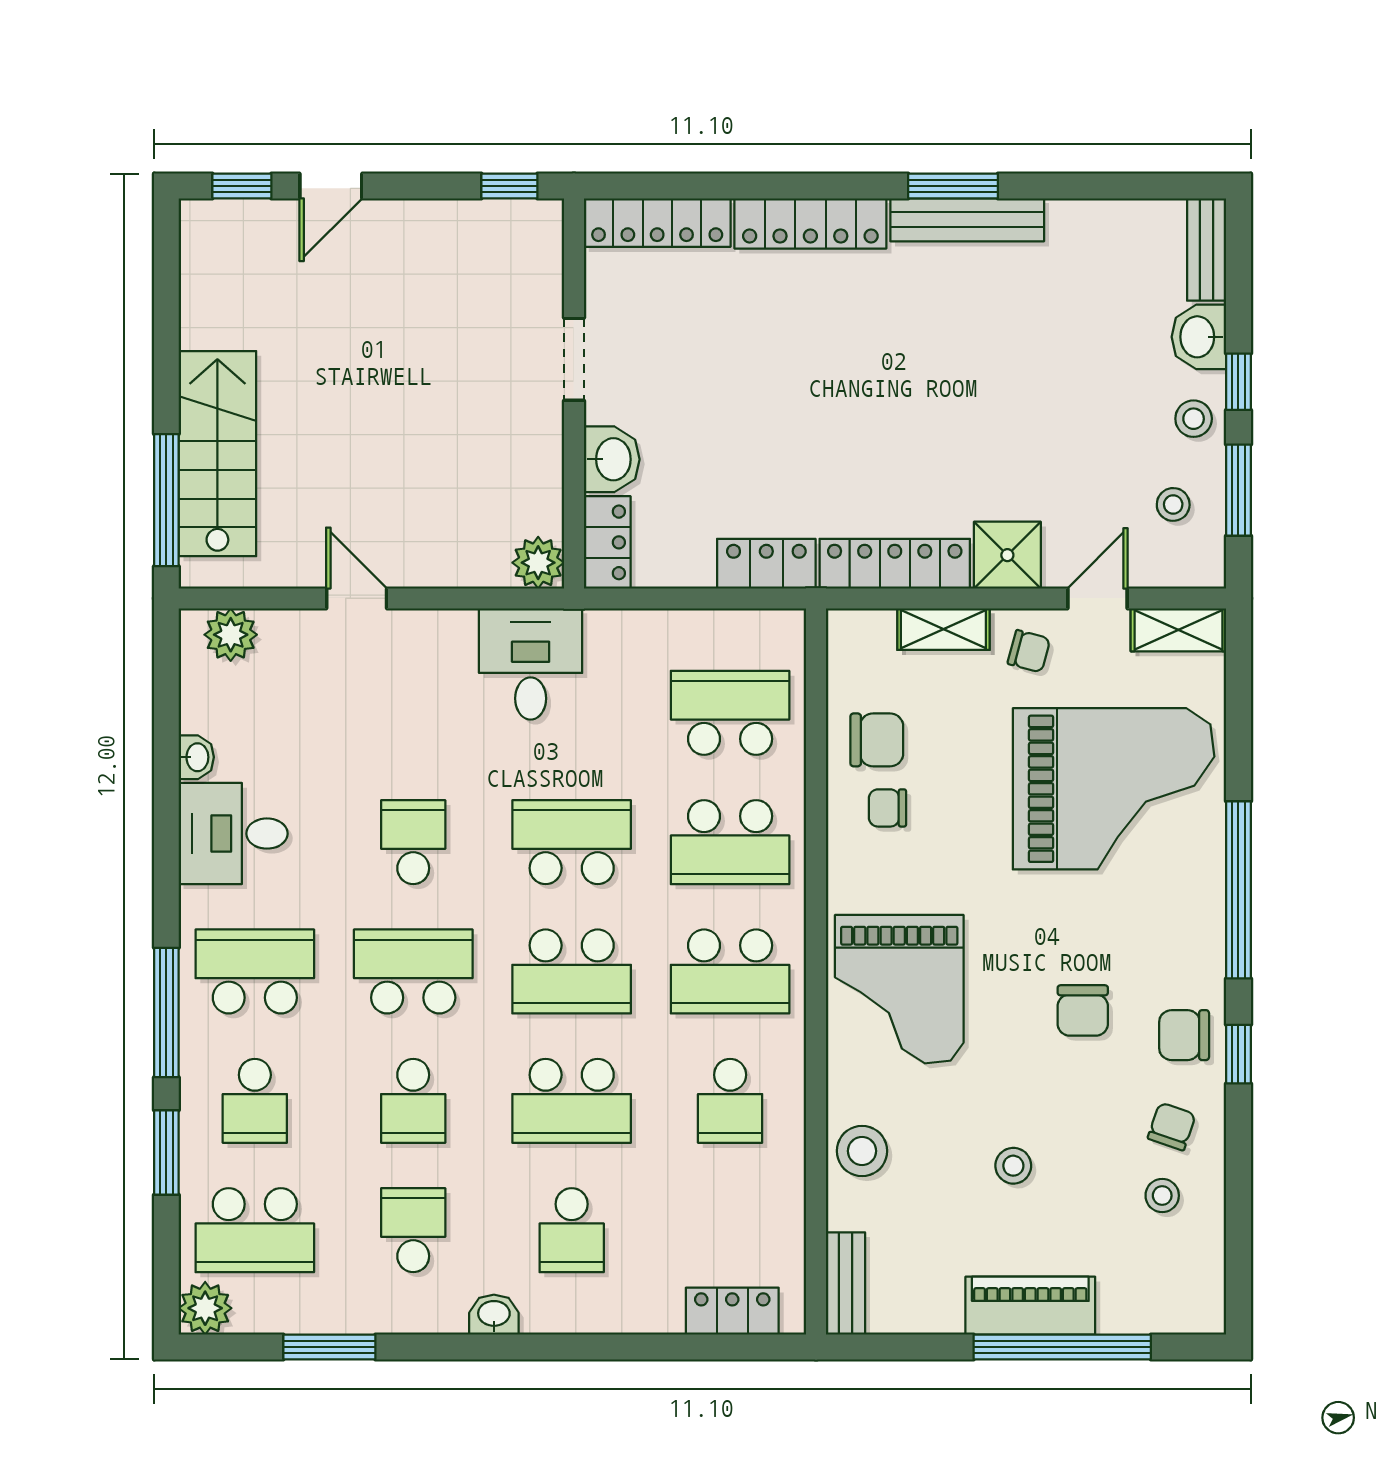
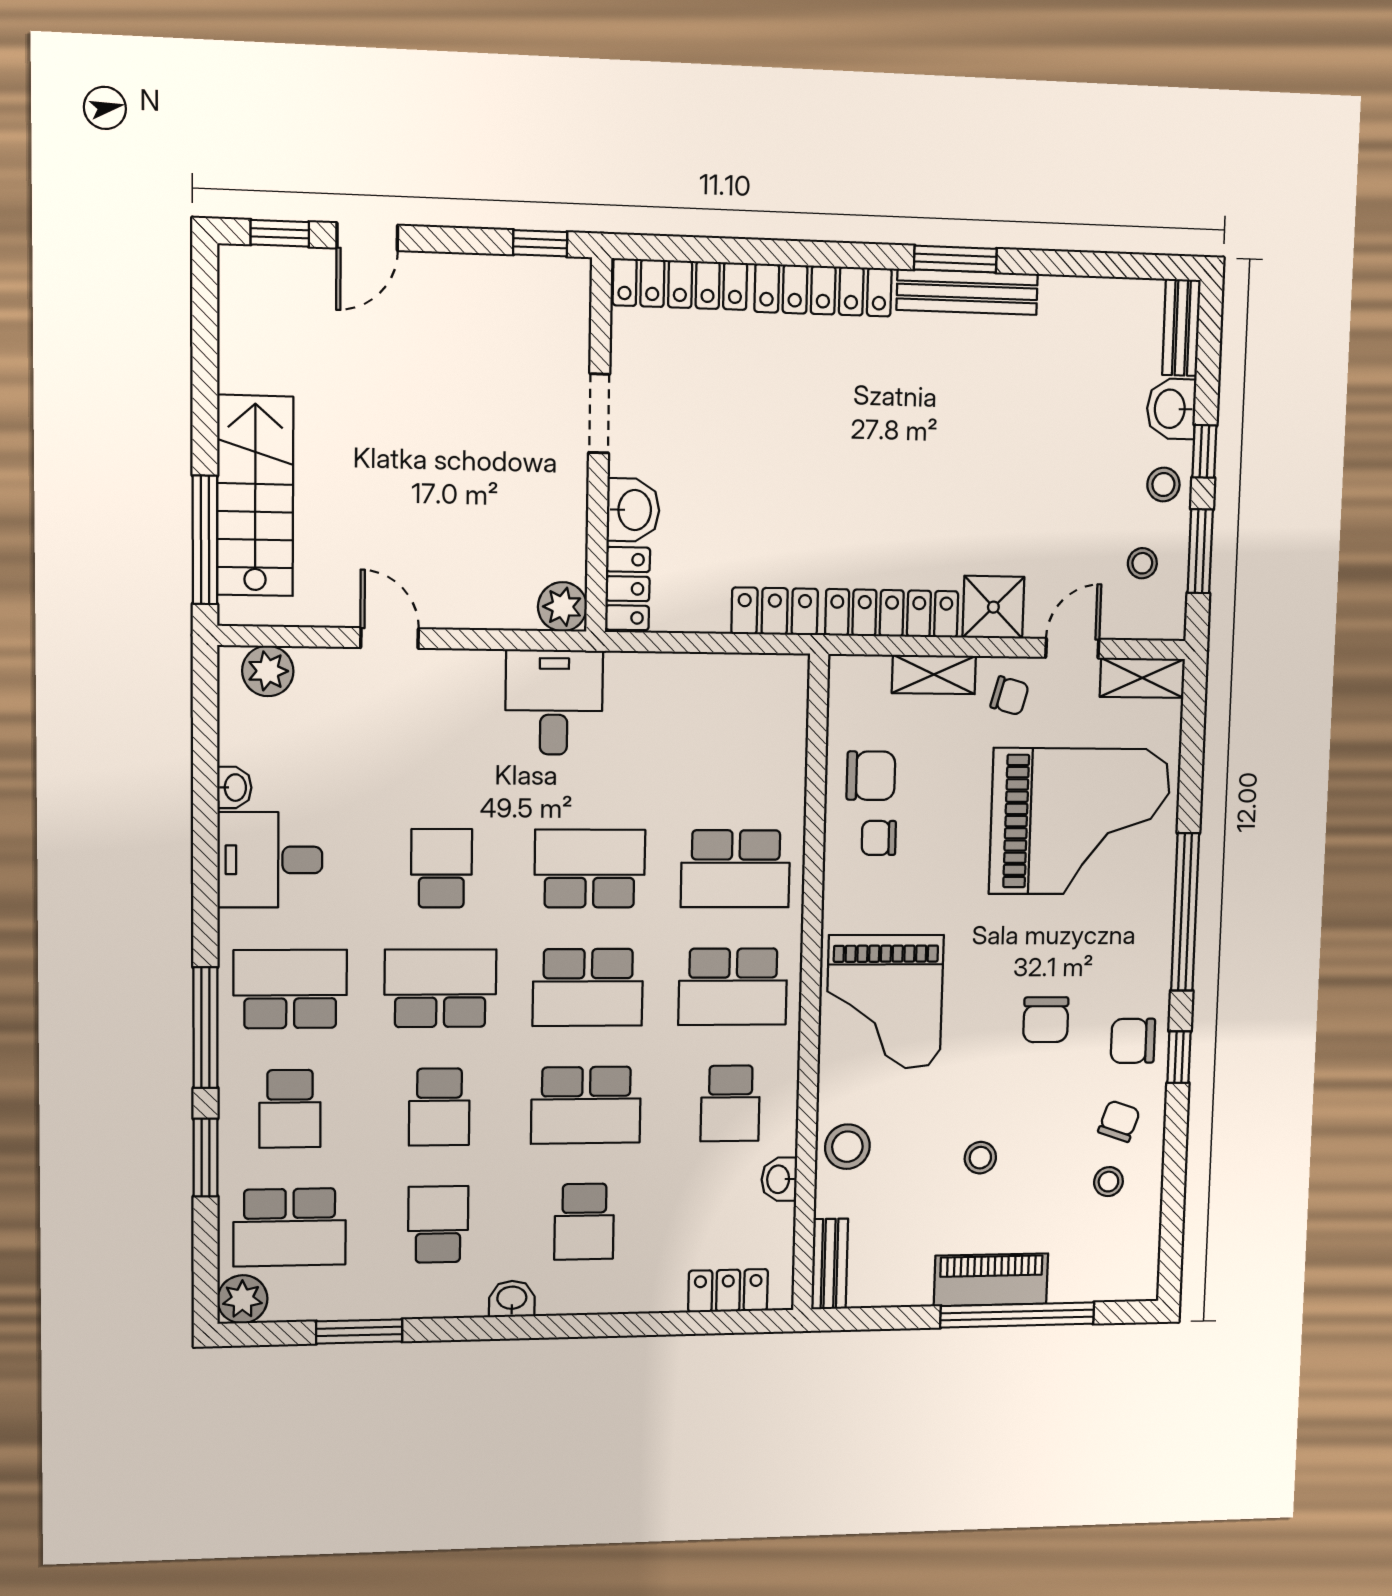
school desk: (730, 713) -> (738, 750), removed
washbasin: (786, 1187) -> (779, 1179), added

